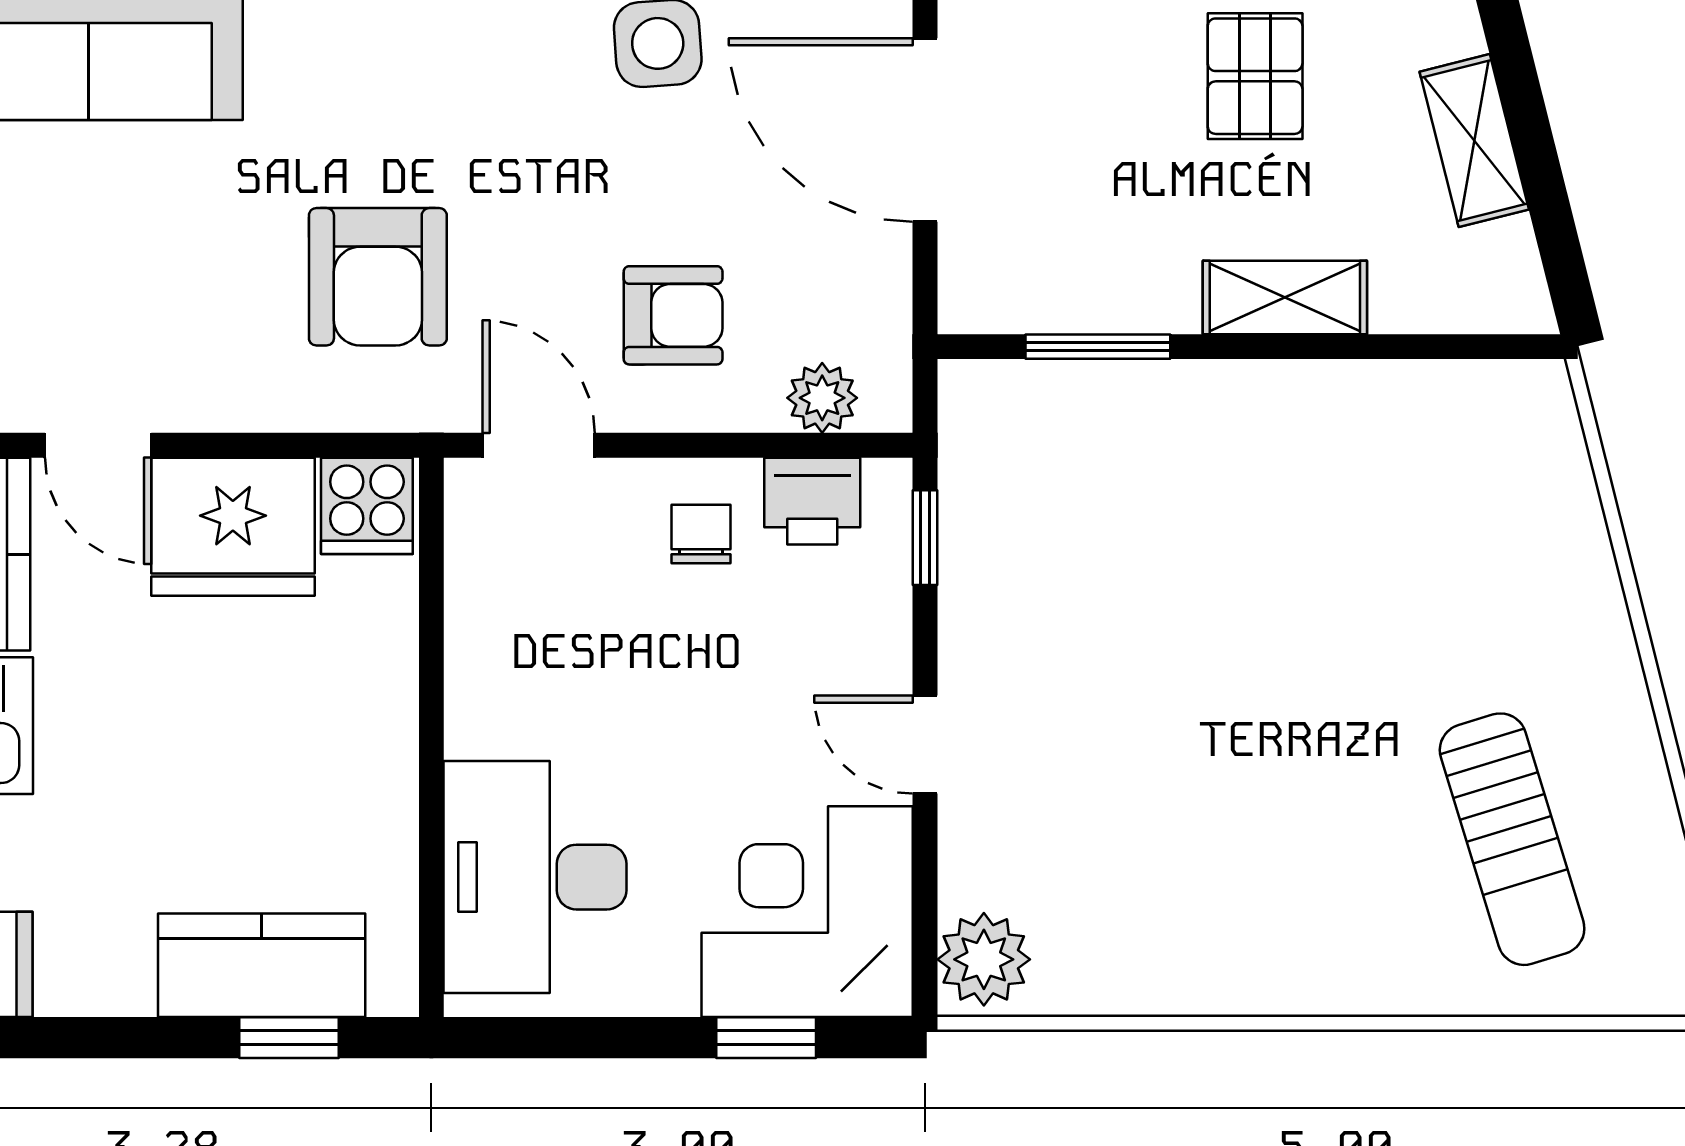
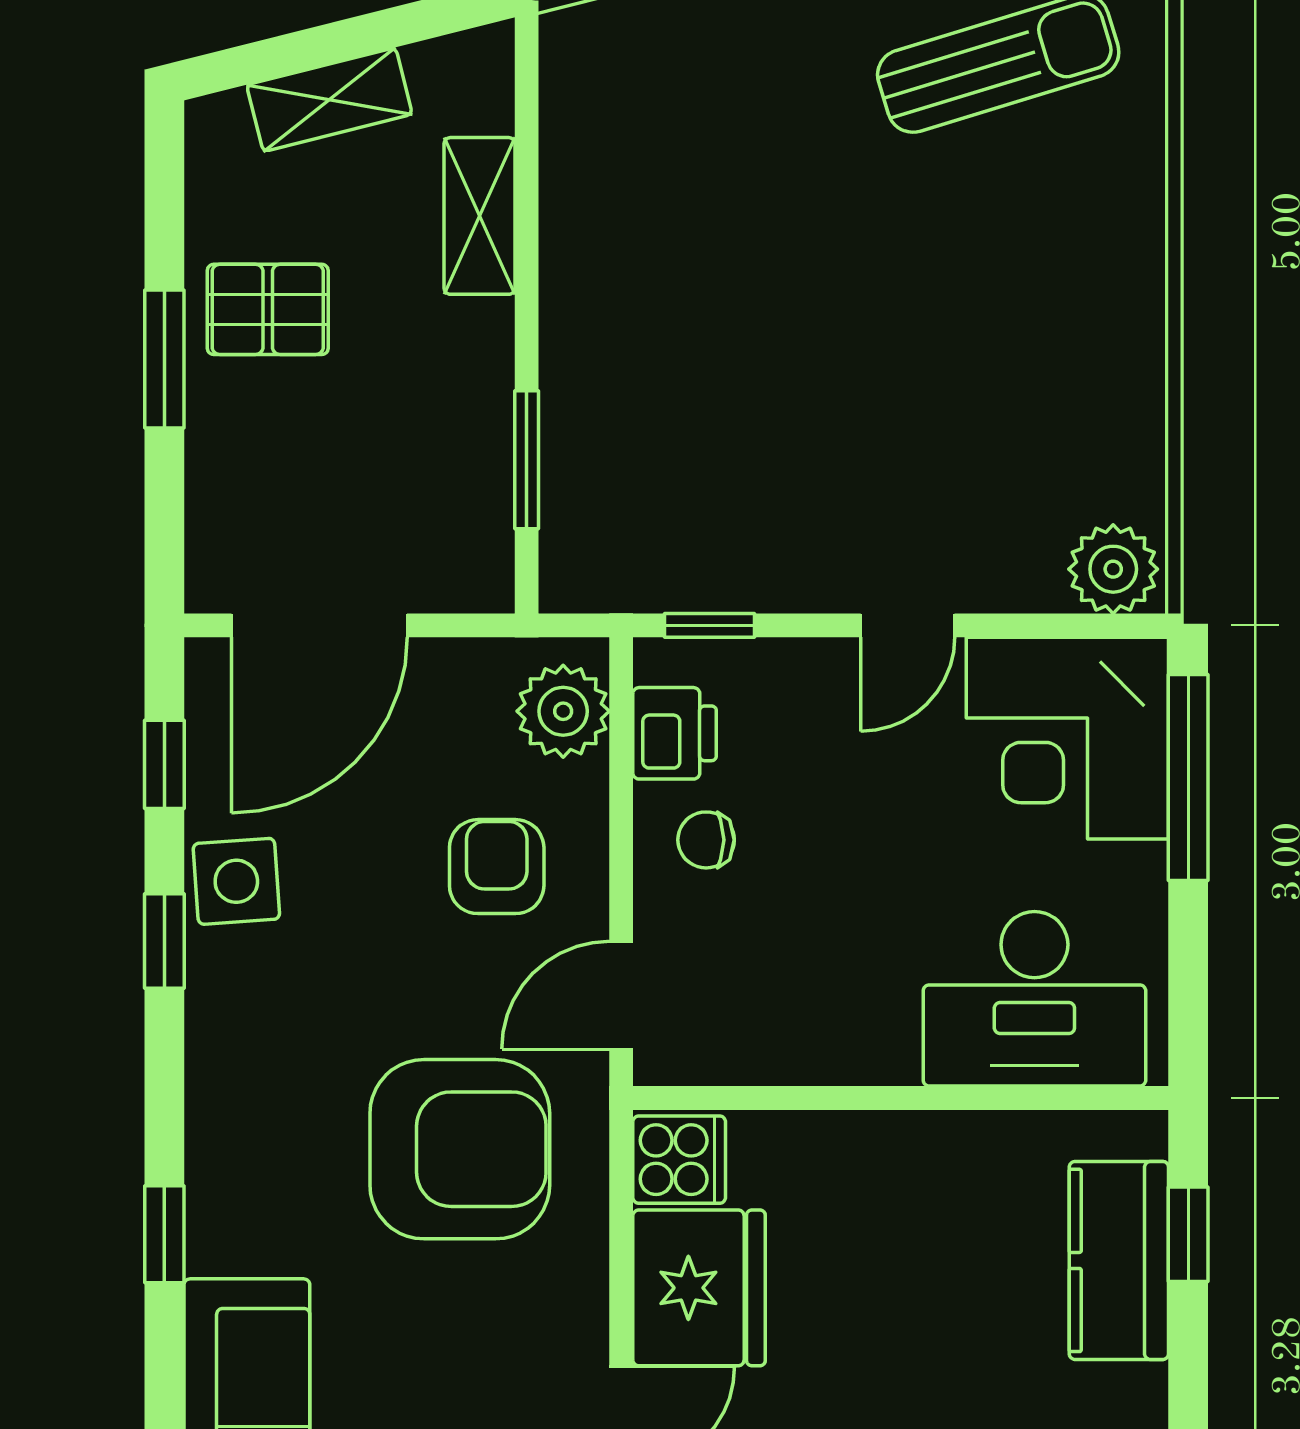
armchair: (378, 277) -> (460, 1149), width x1.36, depth x1.36
shelving: (1285, 297) -> (480, 216), moved
plant: (822, 398) -> (563, 711), width x1.38, depth x1.38
window: (766, 1038) -> (1188, 778), width x2.17

